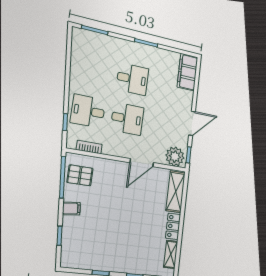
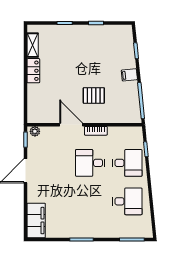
desk: (132, 79) -> (127, 201), moved, turned 180
bookcase: (89, 147) -> (96, 131), moved
plant: (175, 157) -> (35, 131), width x0.53, depth x0.53
door: (142, 163) -> (71, 125), hinge flipped
pallet: (80, 175) -> (94, 95), moved
shelving: (176, 192) -> (35, 103), removed

